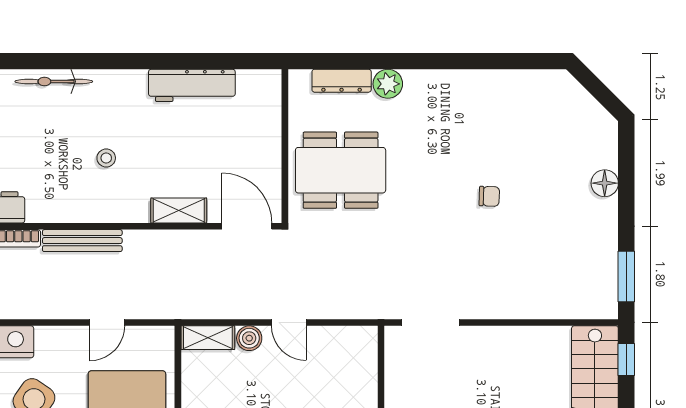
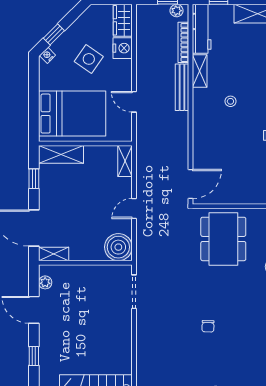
shelving: (179, 211) -> (200, 71), moved
boiler: (249, 338) -> (118, 247), moved, width x1.86, depth x1.86

